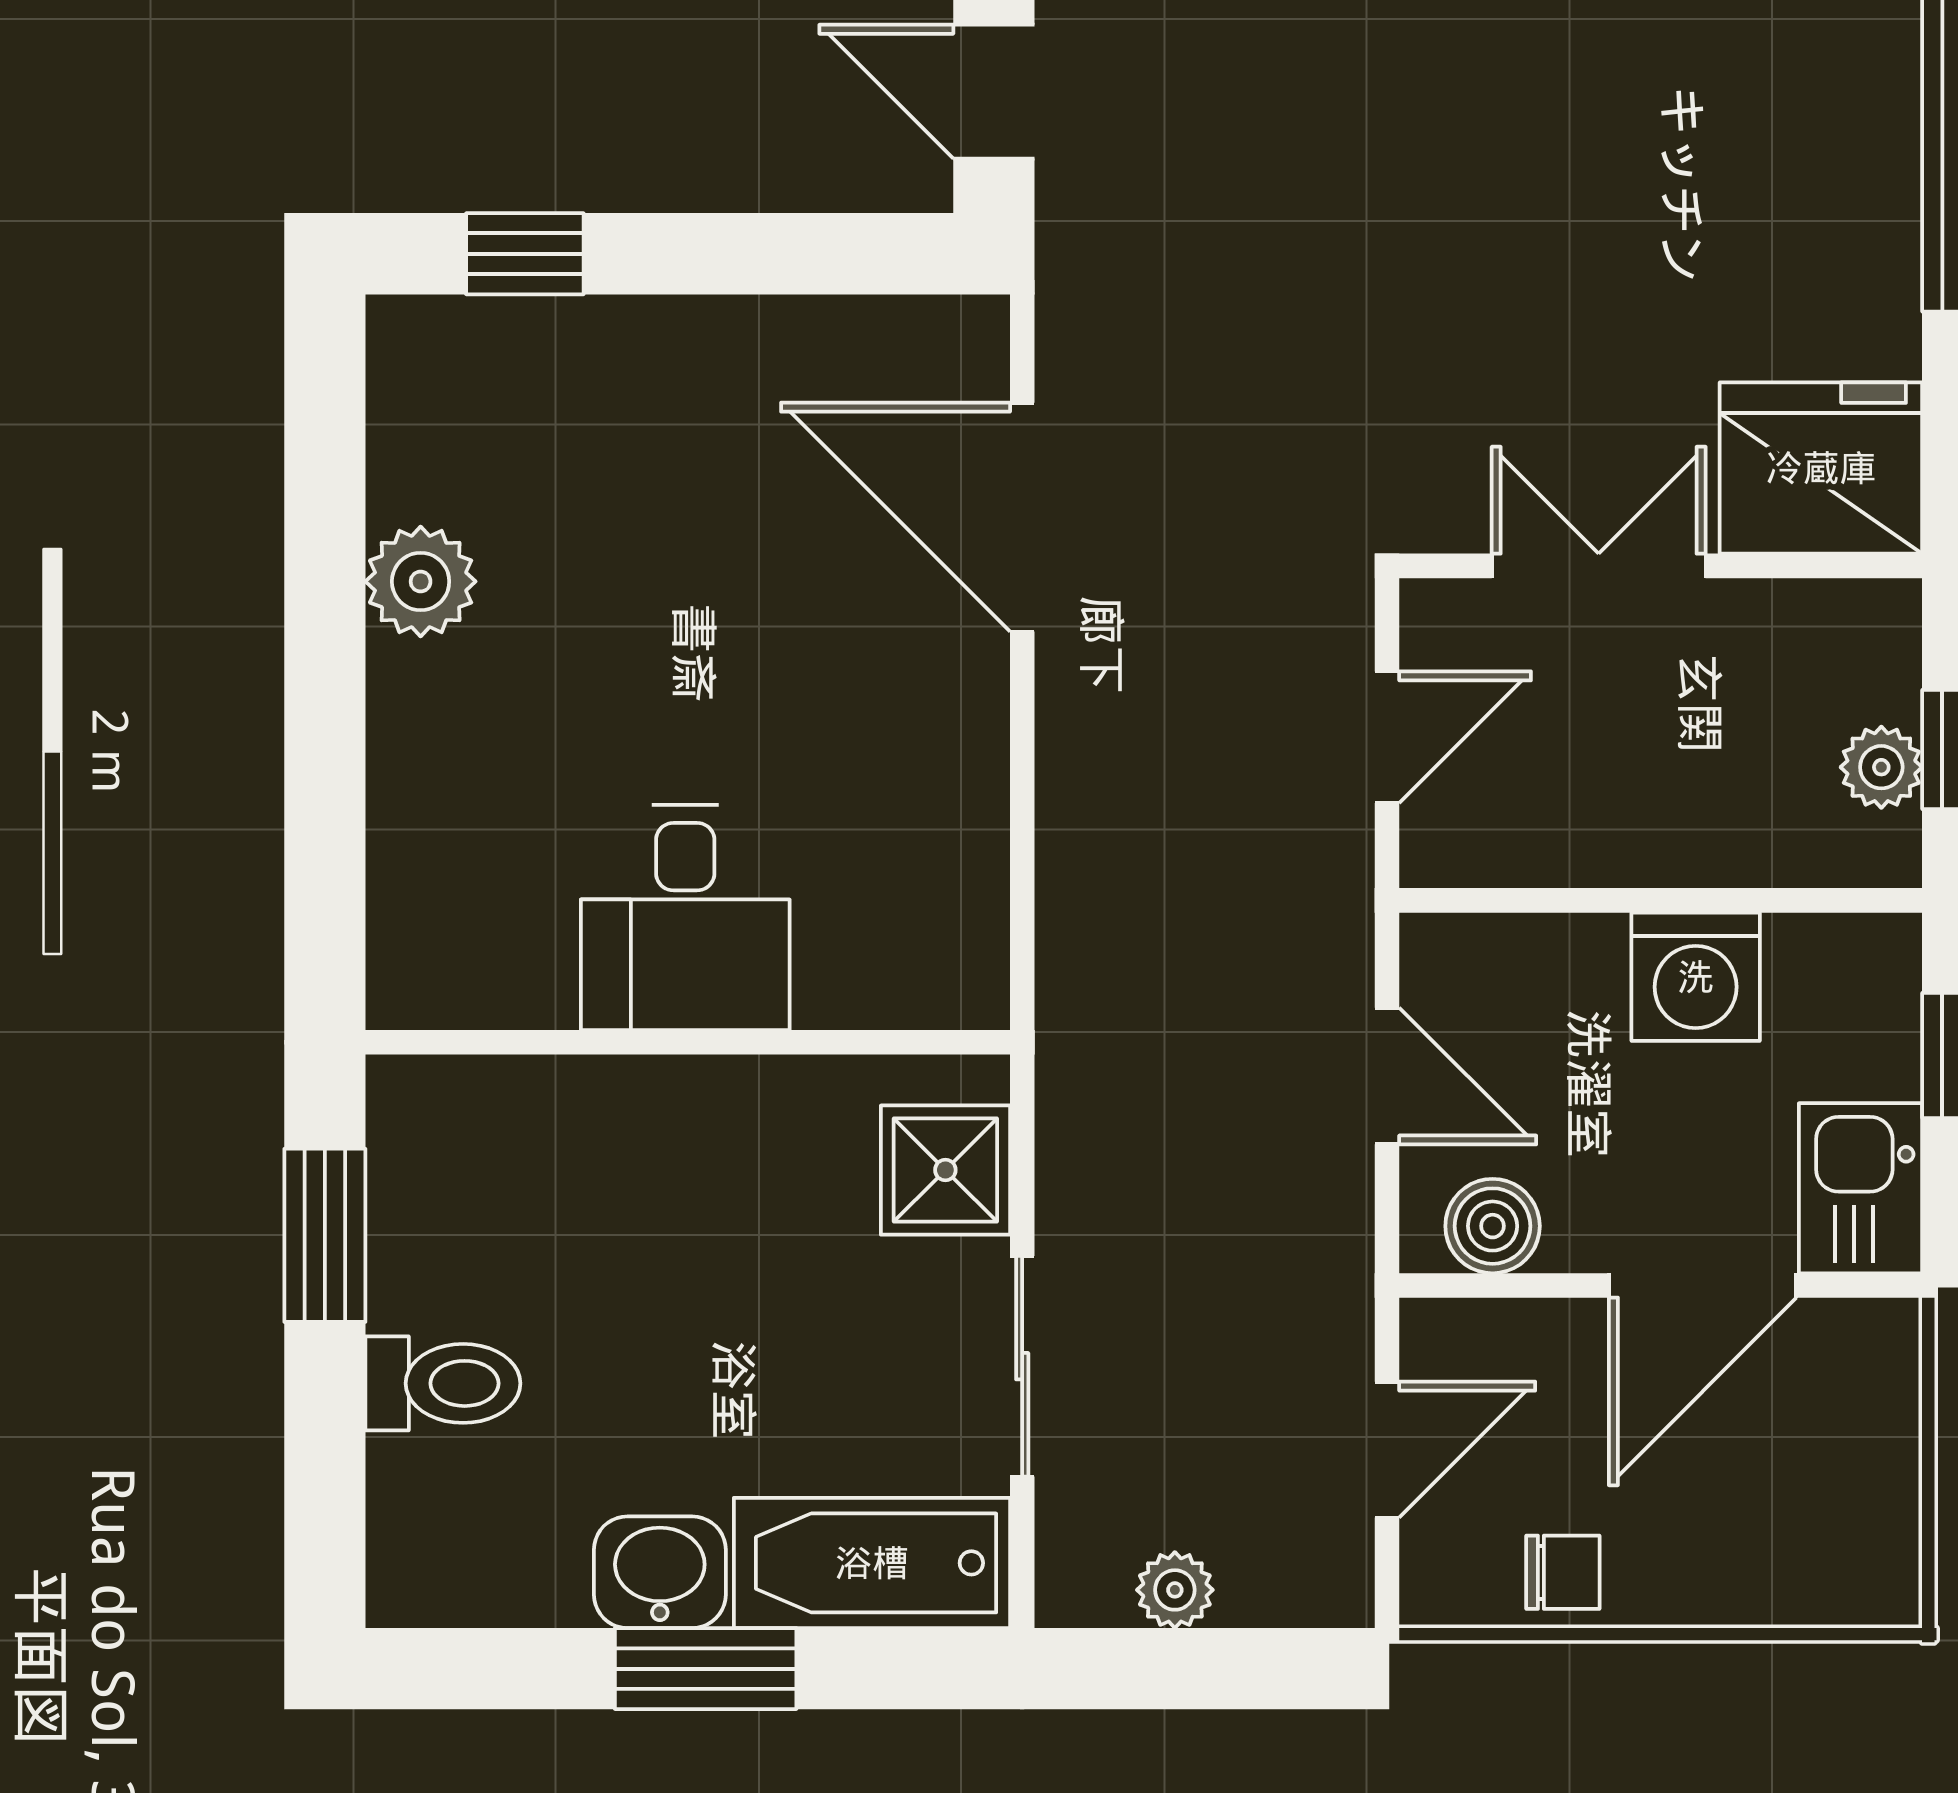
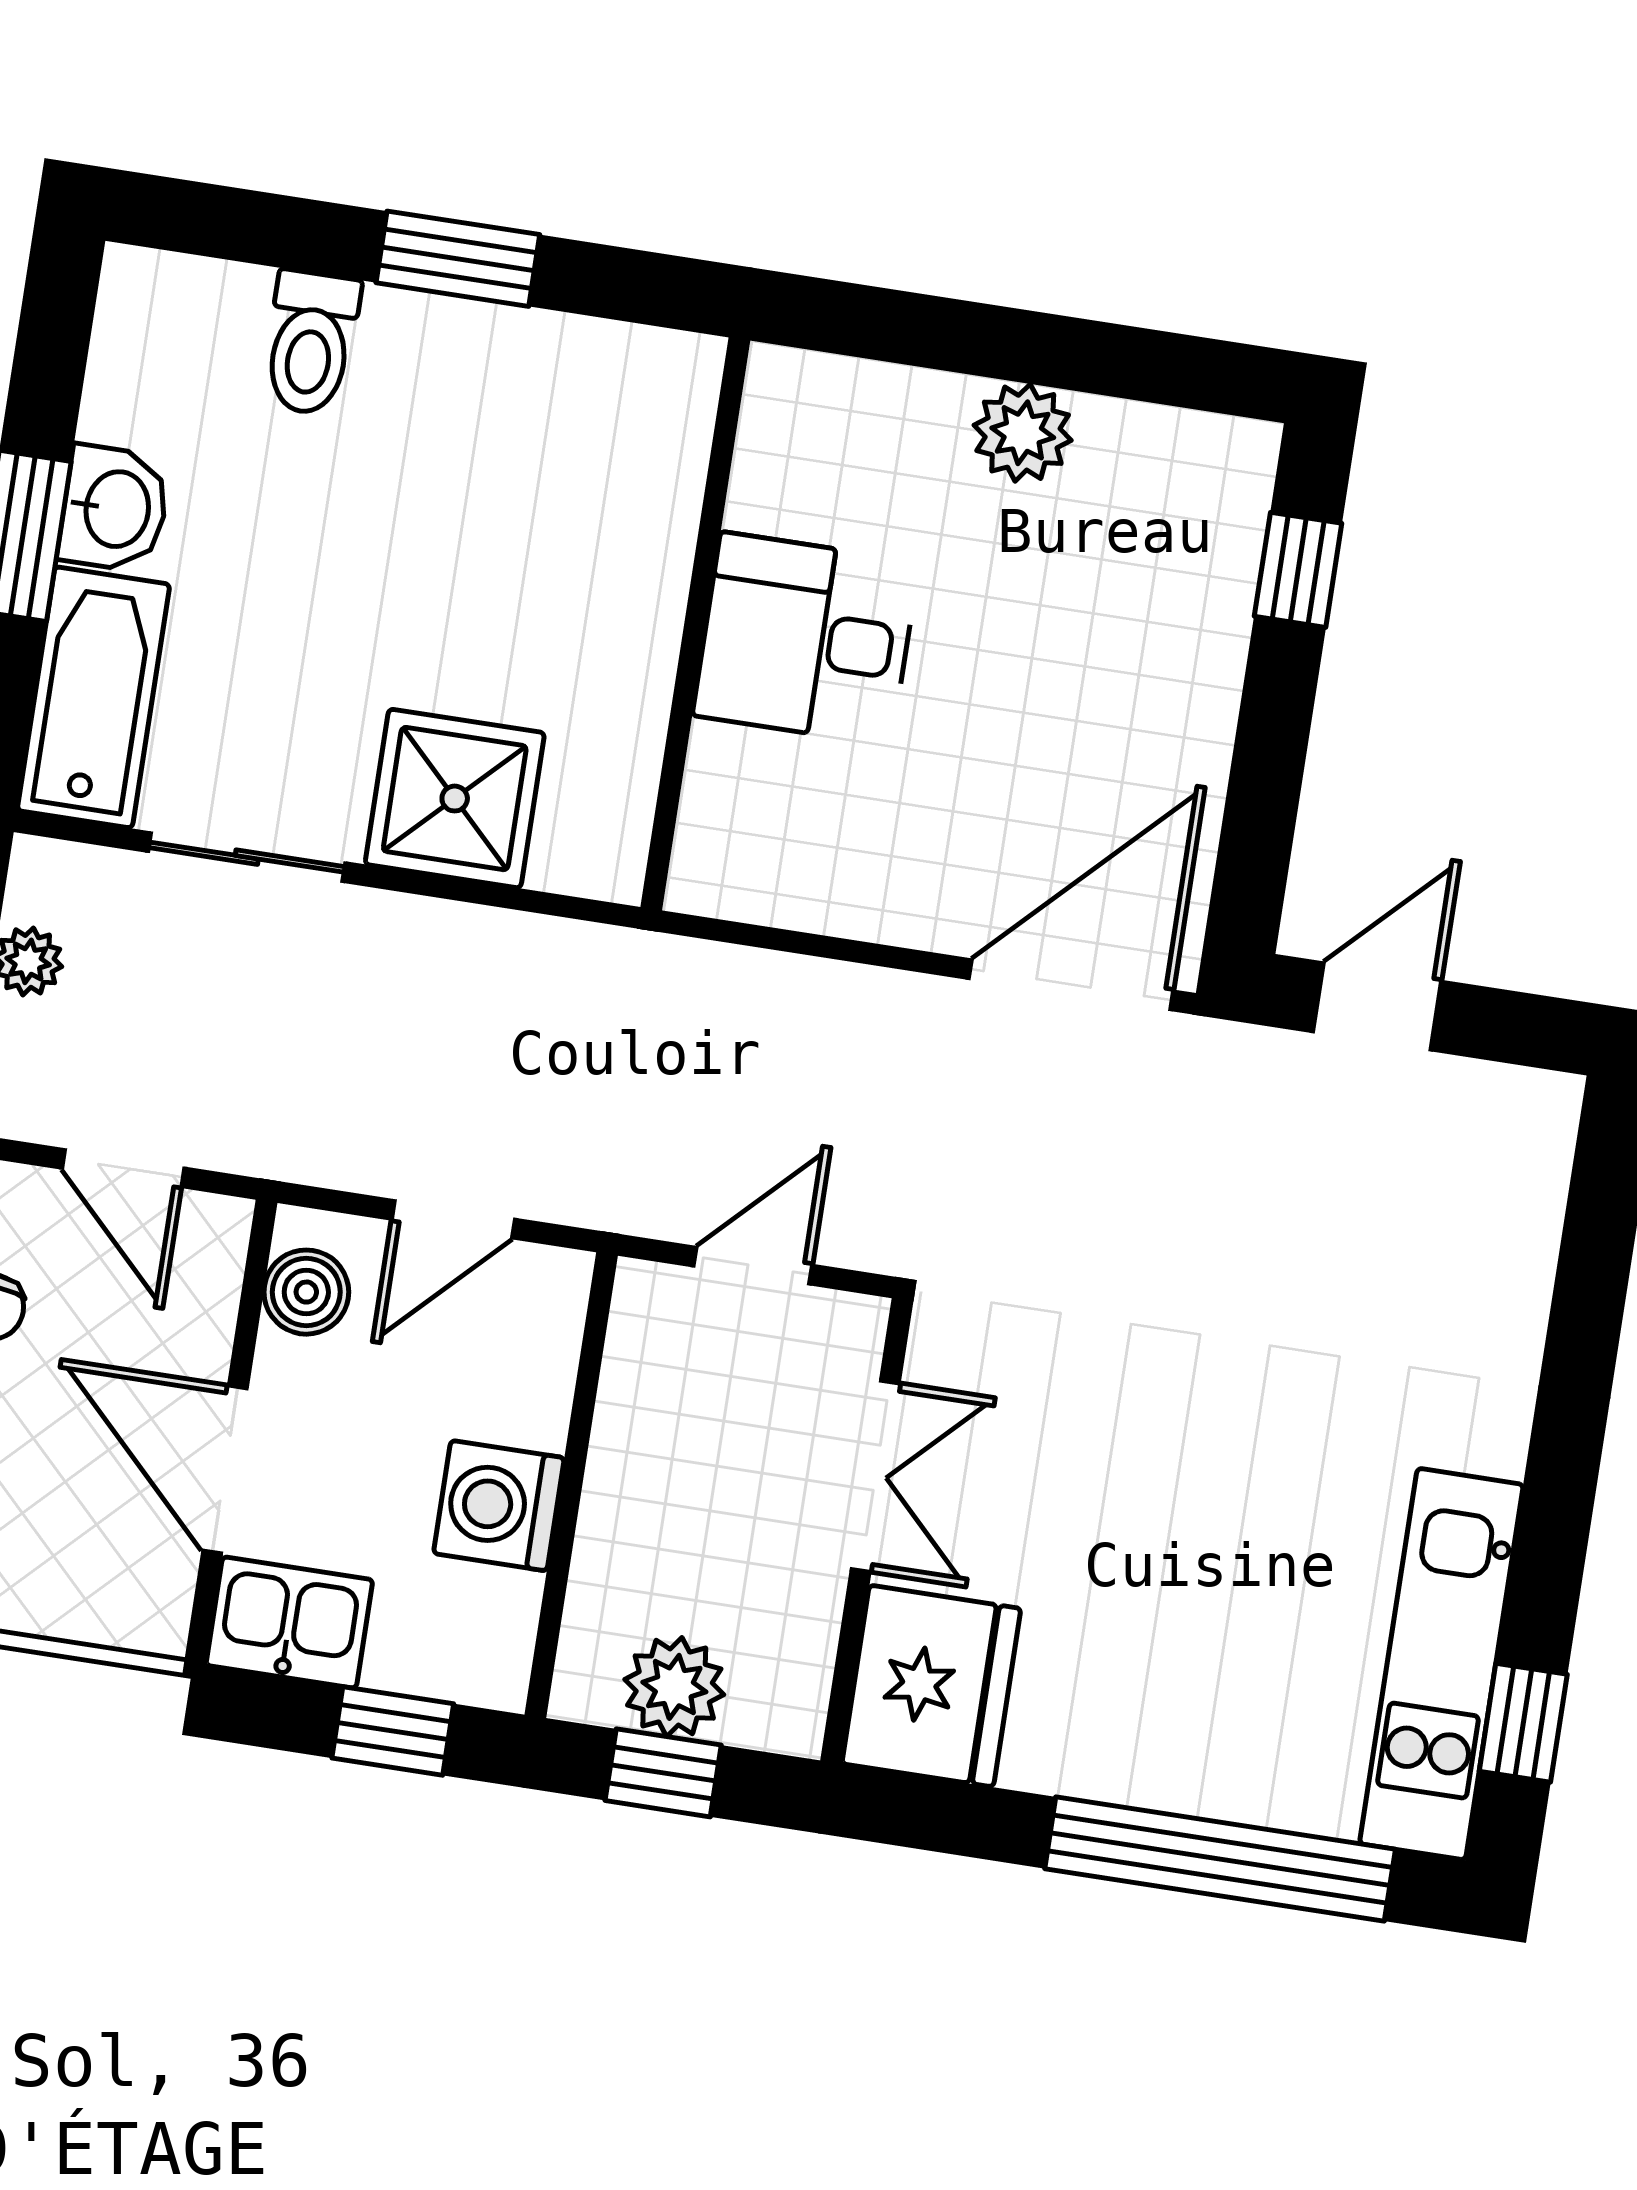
door: (1022, 517) -> (1071, 985), moved
door: (1387, 737) -> (753, 1266), swing flipped
plant: (1881, 767) -> (674, 1687), width x1.38, depth x1.38
desk: (685, 917) -> (806, 639), moved
wall: (688, 1042) -> (695, 624), moved
shower: (945, 1170) -> (455, 799), width x1.36, depth x1.36

